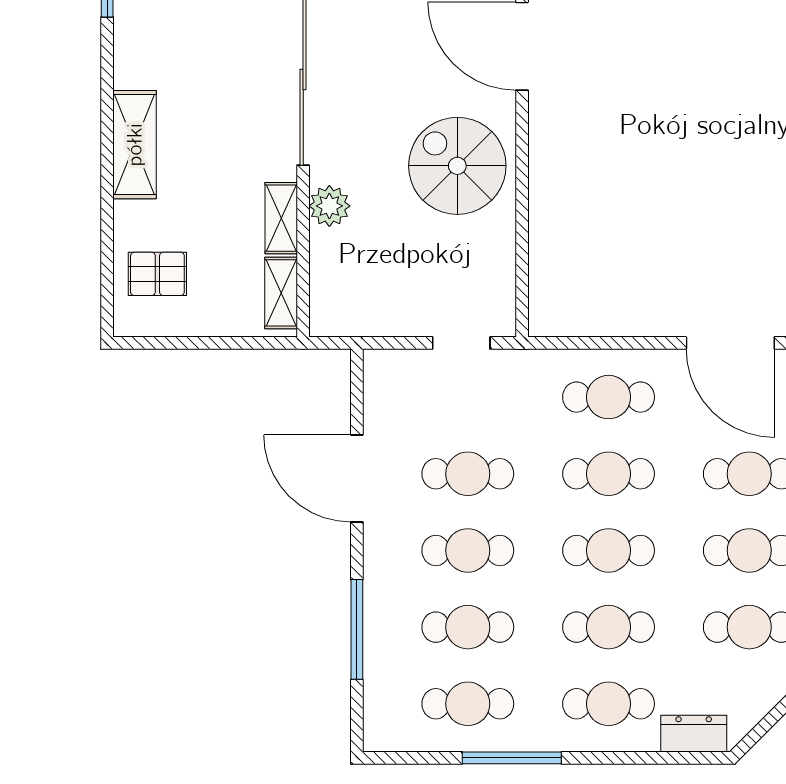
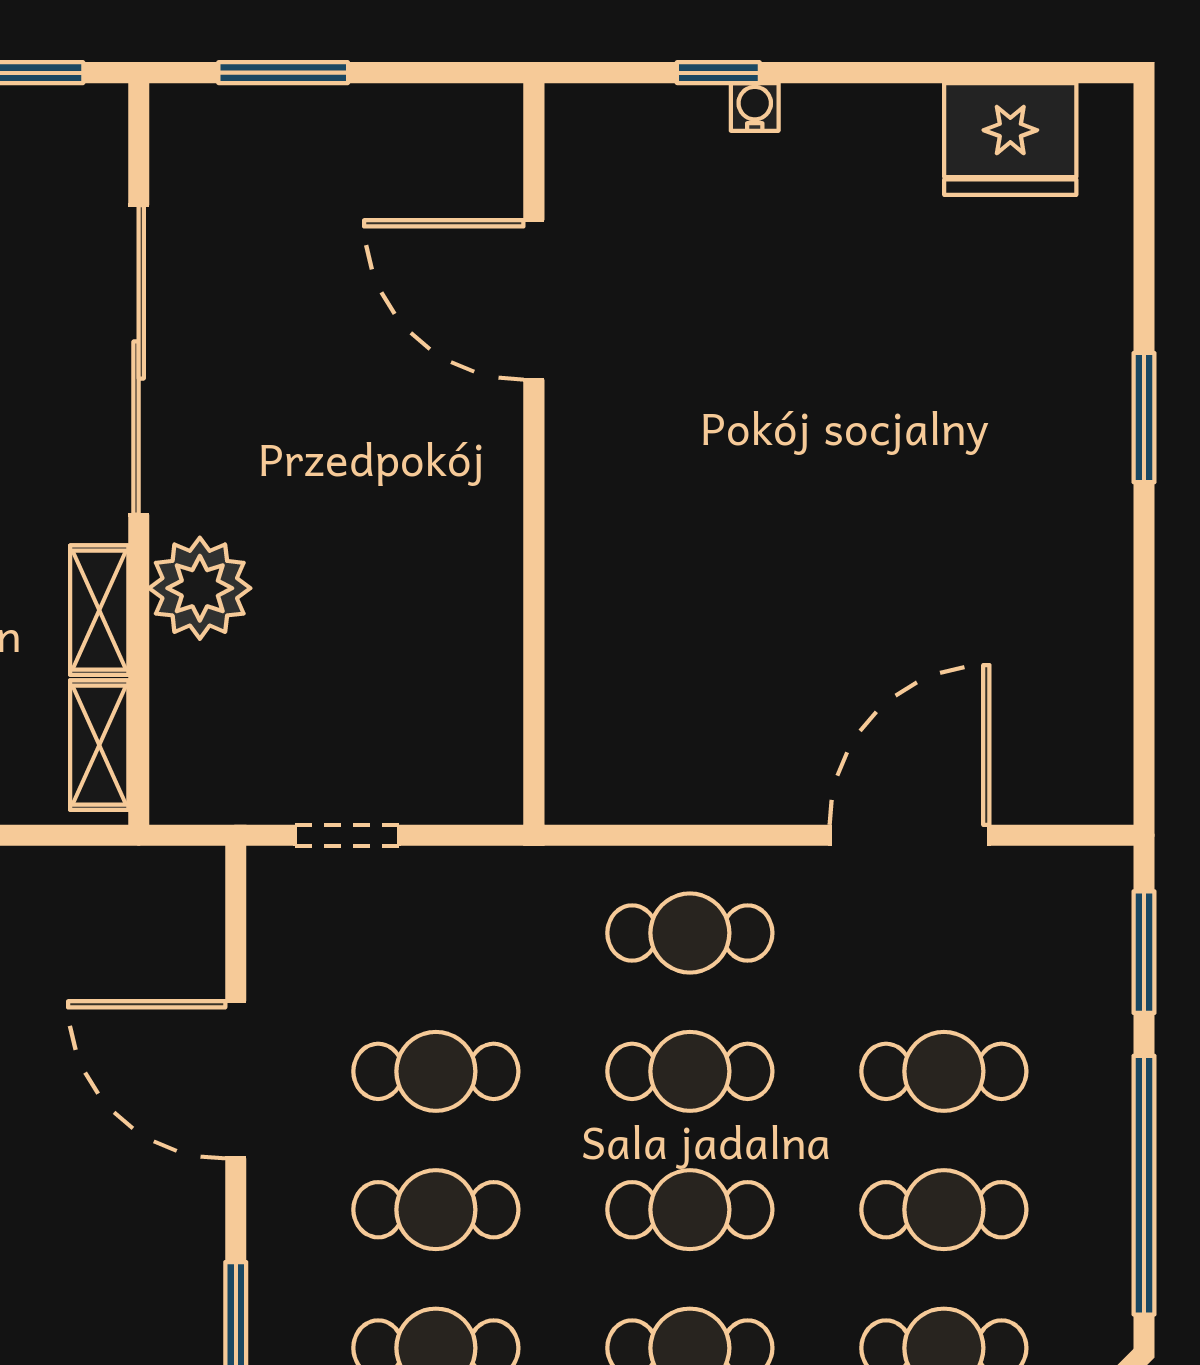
spiral stairs: (457, 166) -> (417, 516), removed
plant: (329, 206) -> (200, 588), width x1.36, depth x1.36
doorway: (461, 343) -> (347, 835), moved
door: (730, 343) -> (910, 835), swing flipped

